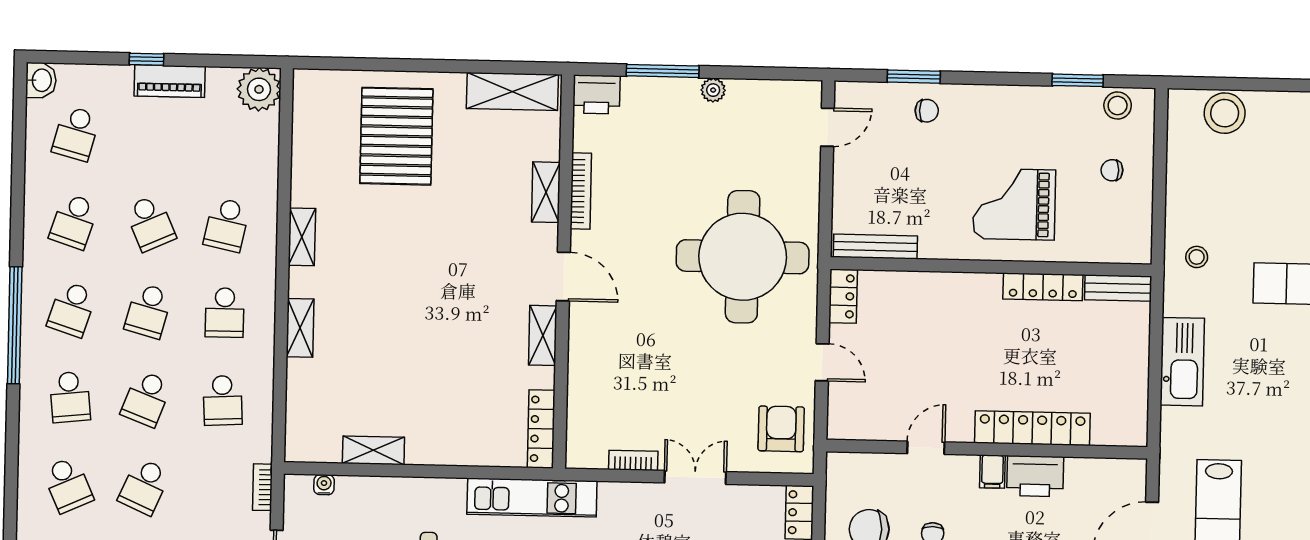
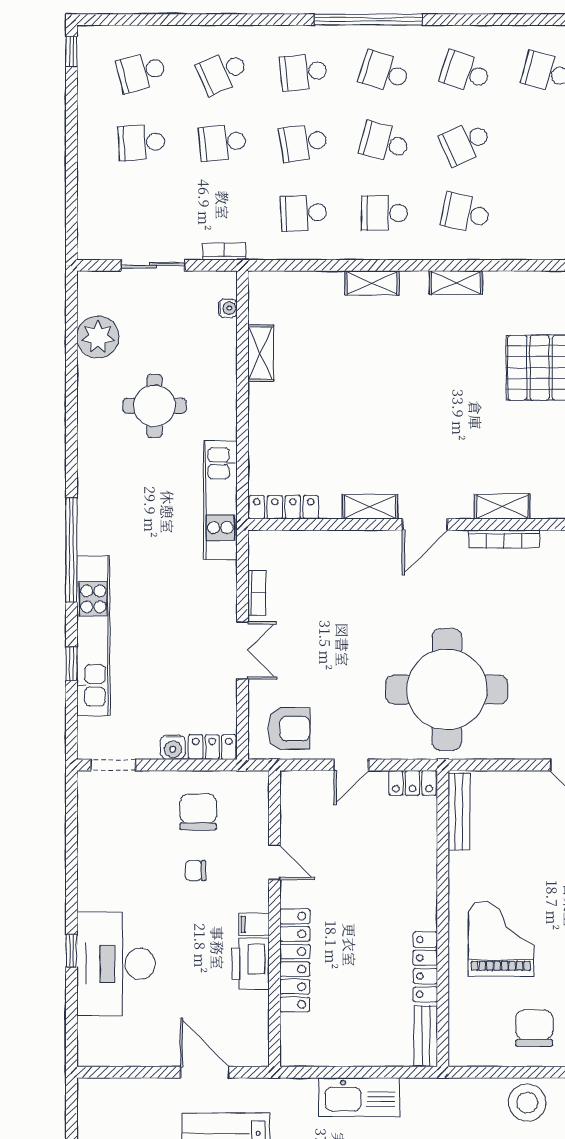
chair: (1112, 170) -> (534, 1028), width x1.87, depth x1.87
stool: (1197, 257) -> (527, 1103), moved, width x1.89, depth x1.89
school desk: (146, 399) -> (303, 143), turned -30
school desk: (144, 486) -> (222, 143), turned -30

